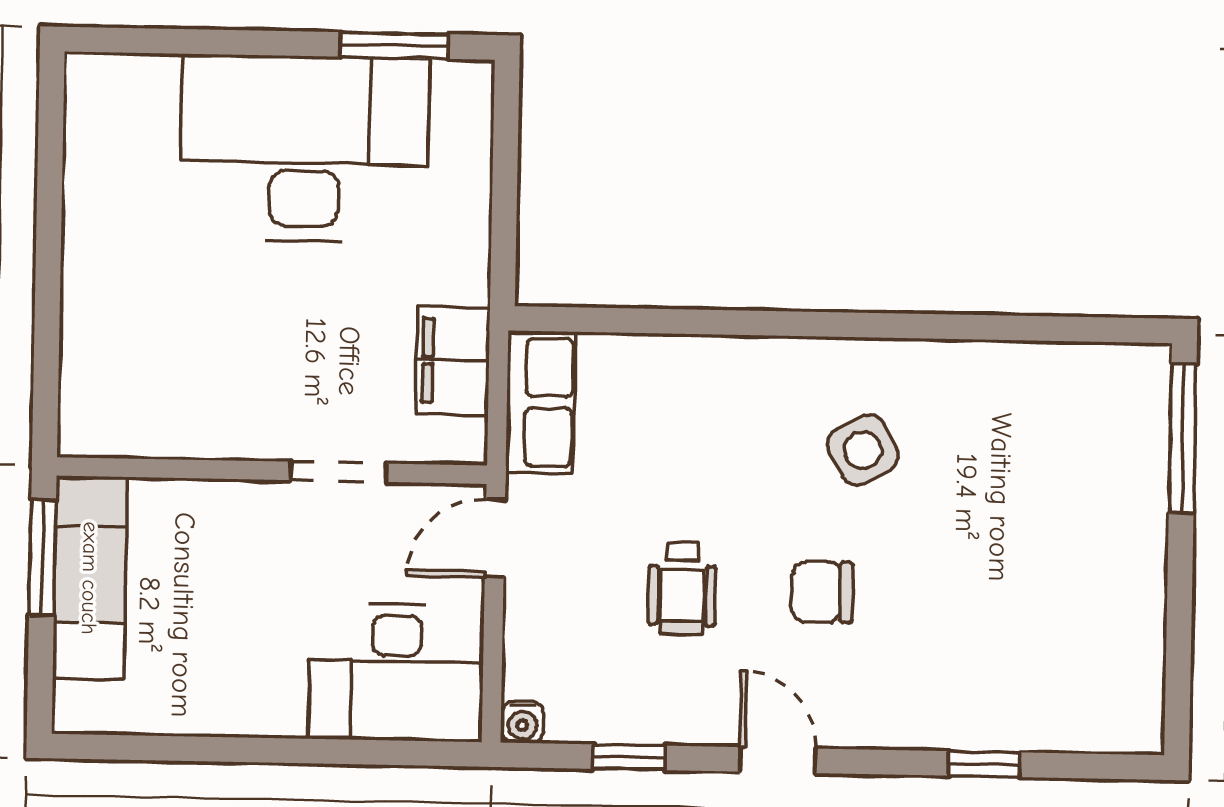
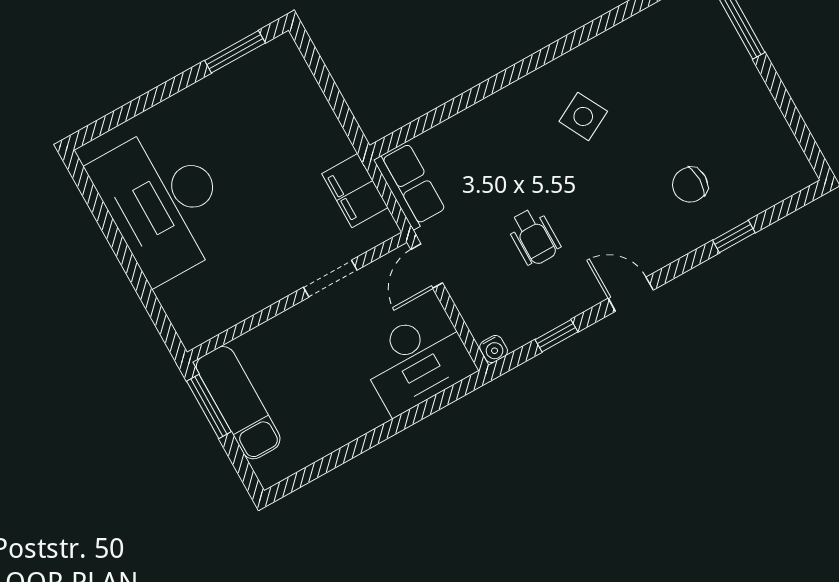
desk: (305, 149) -> (163, 202), moved, turned -90
chair: (822, 592) -> (690, 185), moved

